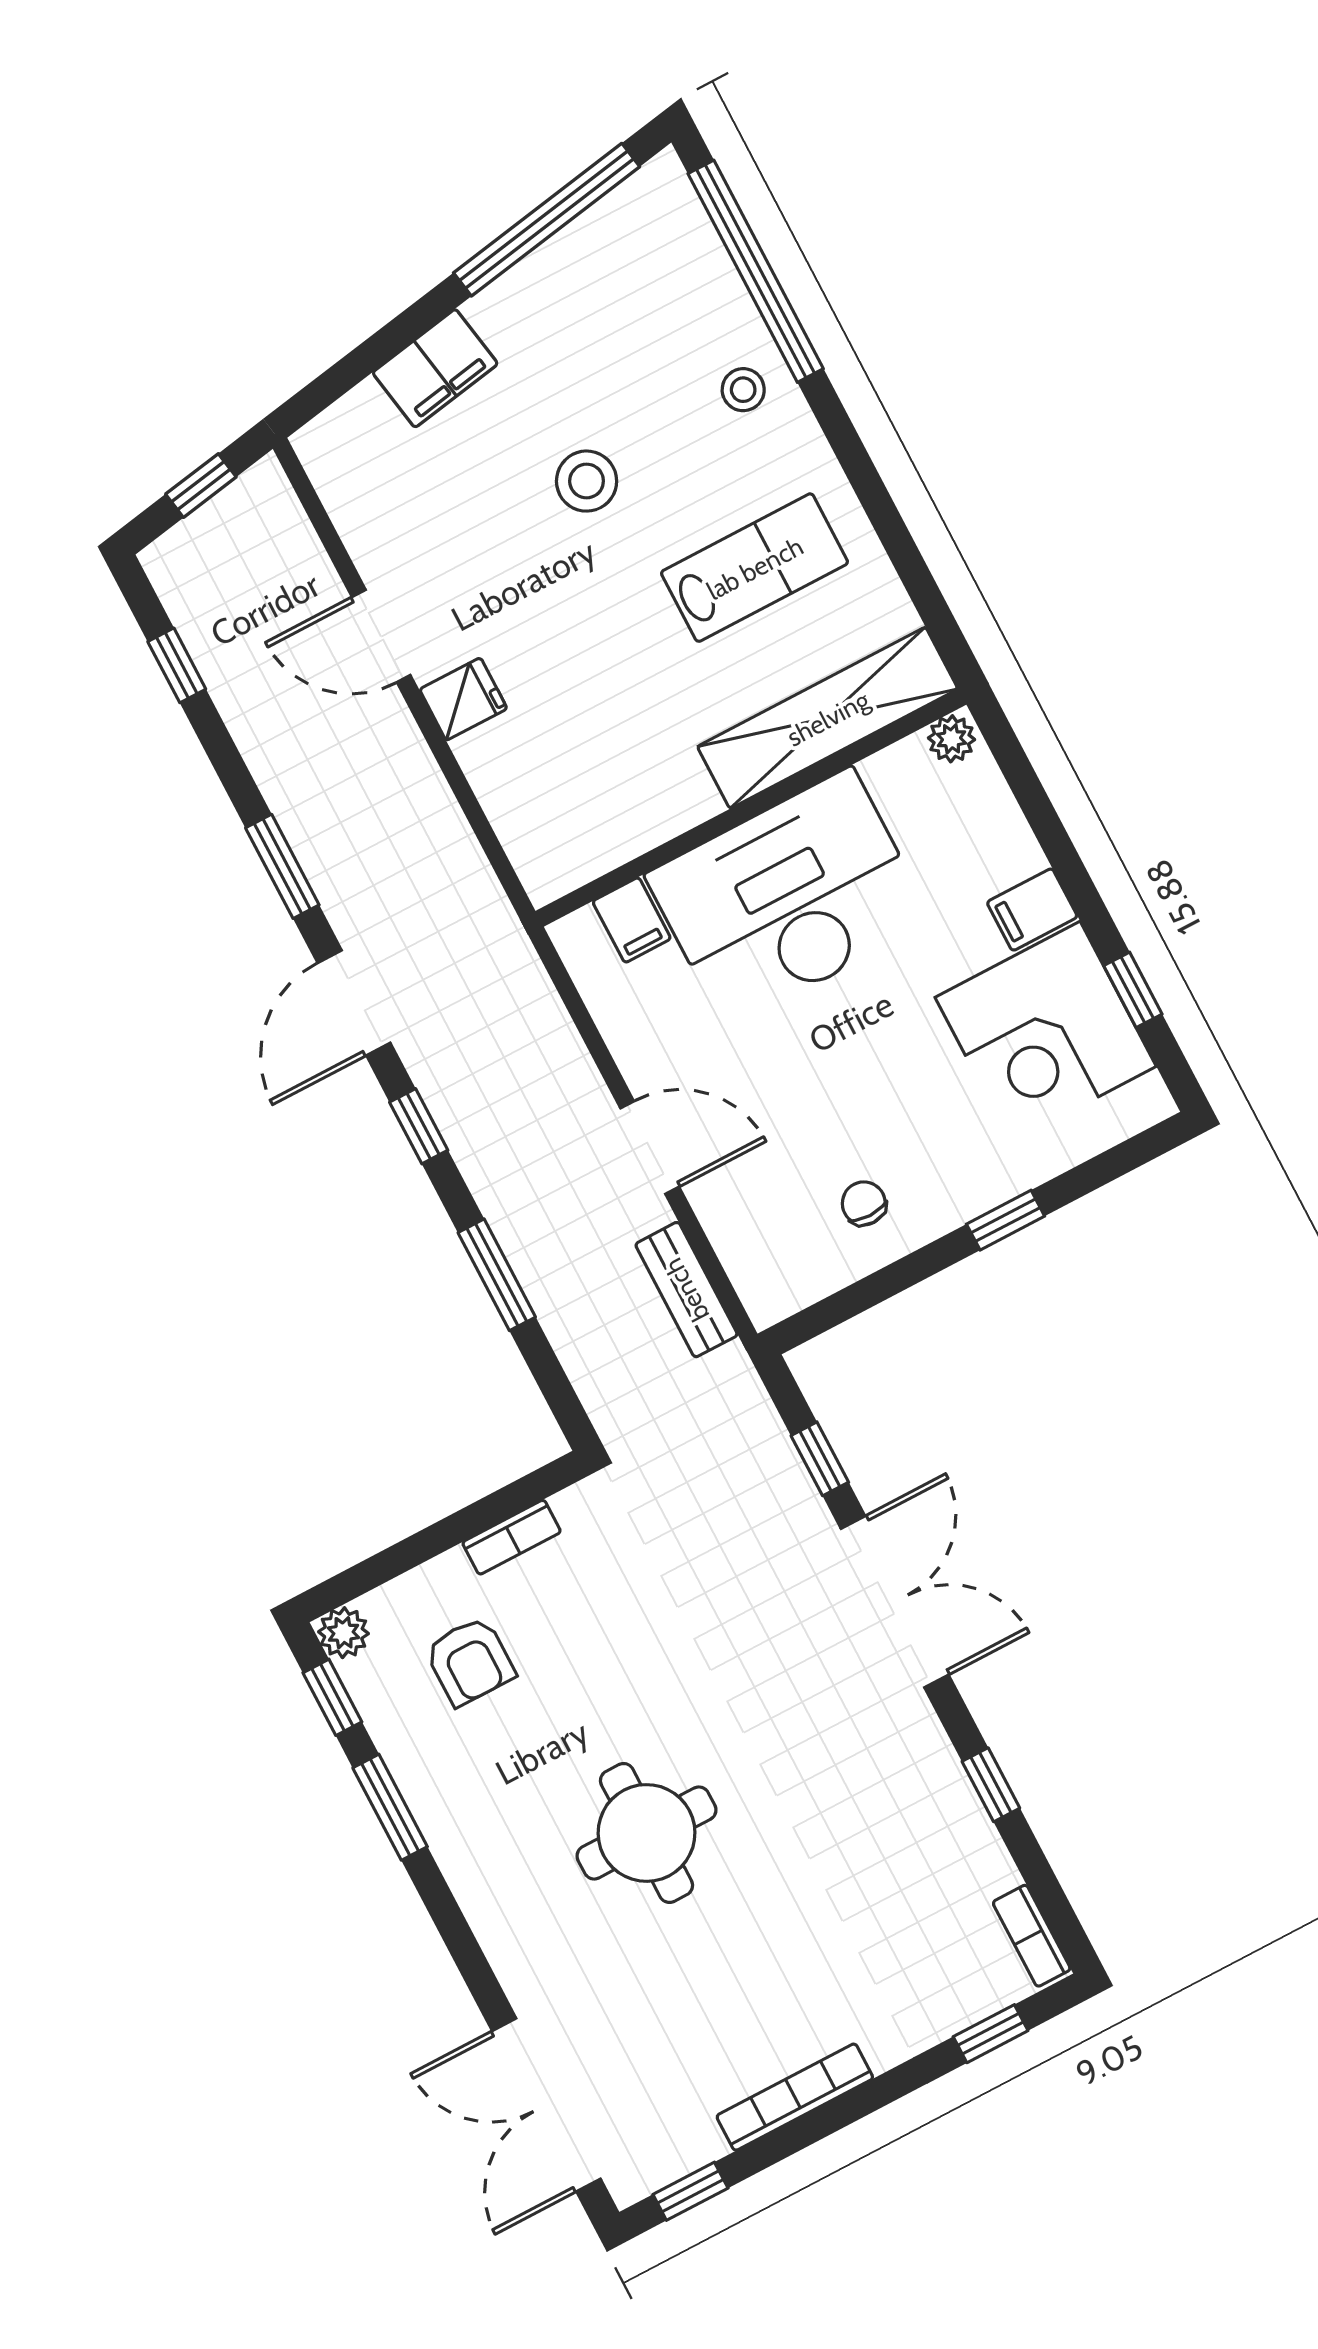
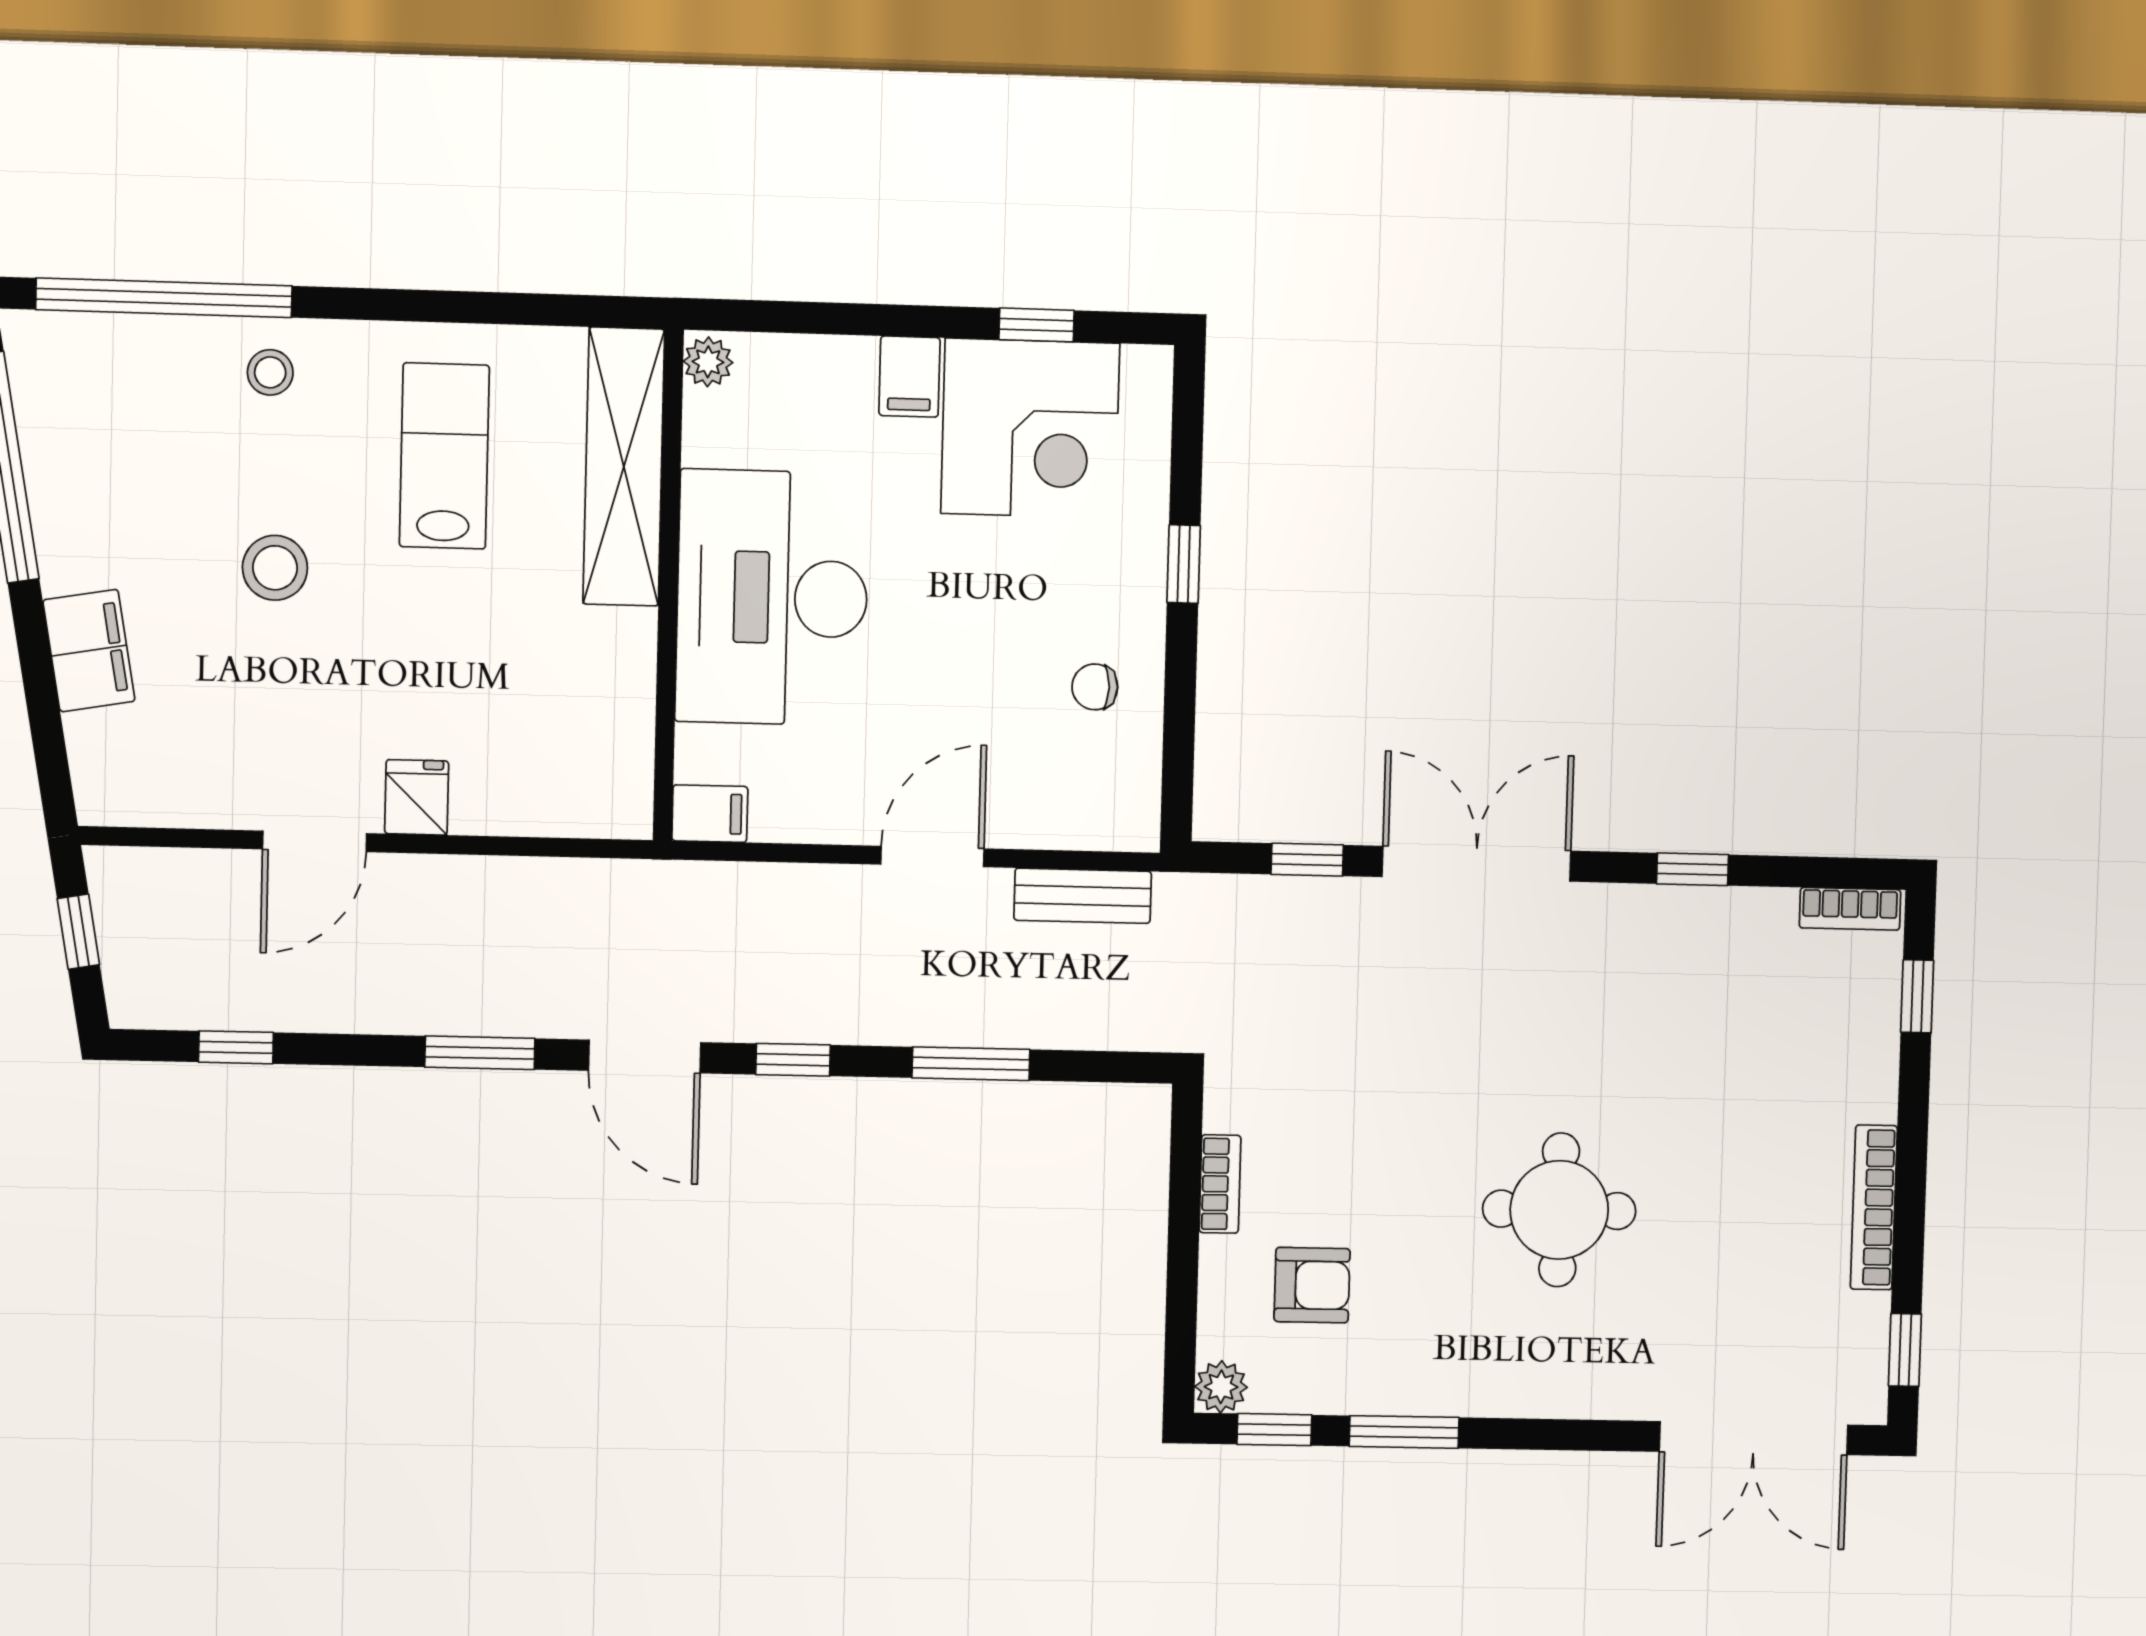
filing cabinet: (632, 920) -> (710, 814), moved

